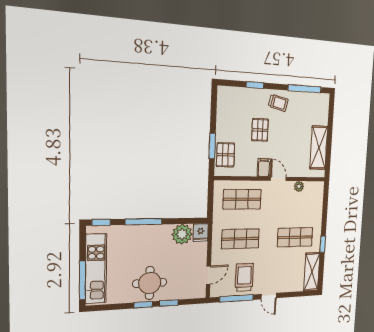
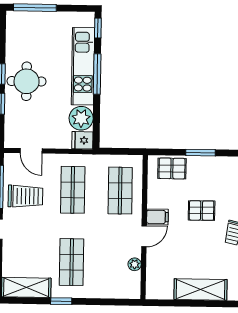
window: (212, 146) -> (200, 153), moved
shelving: (319, 148) -> (201, 289), moved
kitchen unit: (96, 269) -> (83, 66), moved, turned 90

